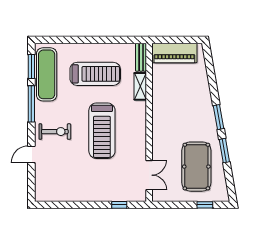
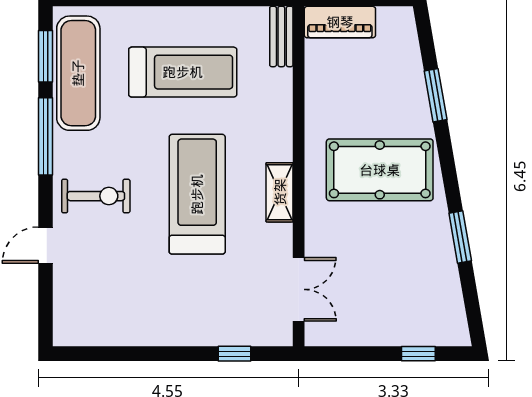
piano: (174, 53) -> (340, 22), width x0.73, depth x0.75
shelving: (140, 86) -> (280, 192), moved
window: (218, 117) -> (436, 95), moved
treadmill: (102, 131) -> (197, 194), turned 180
pool table: (196, 167) -> (380, 170), moved, turned 90

